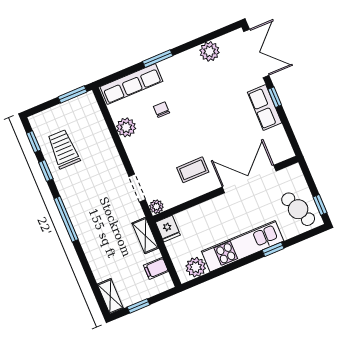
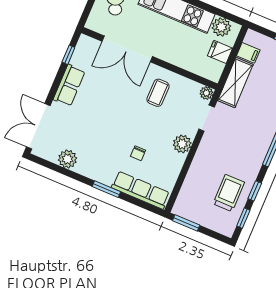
window: (275, 97) -> (68, 55), moved
plant: (126, 127) -> (182, 144), moved
trolley: (64, 149) -> (229, 193), turned 180
coffee table: (193, 170) -> (158, 93), turned 90
fridge: (168, 229) -> (220, 52), moved, turned -90
shelving: (145, 236) -> (235, 82), width x1.50, depth x1.33

